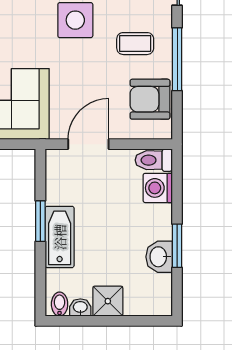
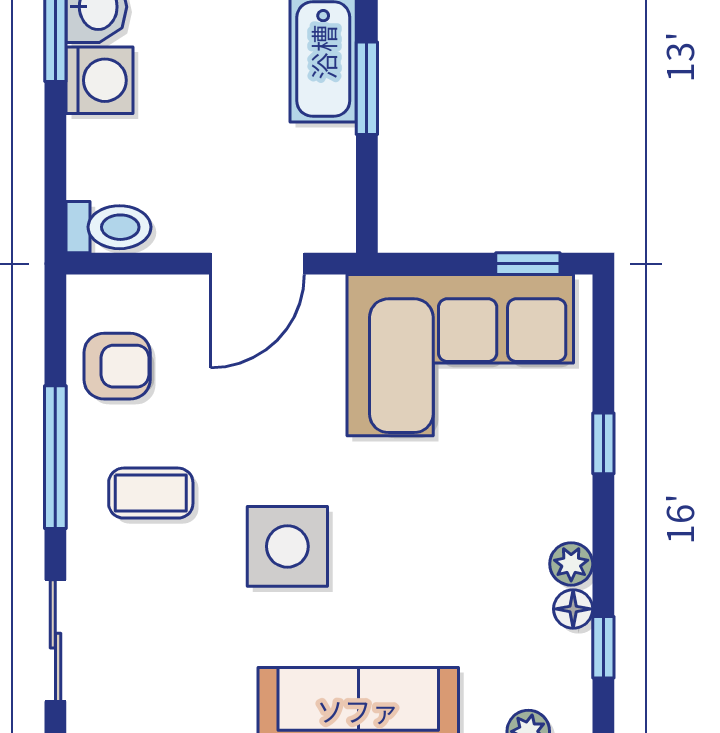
armchair: (150, 99) -> (117, 366), width x0.72, depth x0.72
washing machine: (158, 188) -> (100, 80), moved

